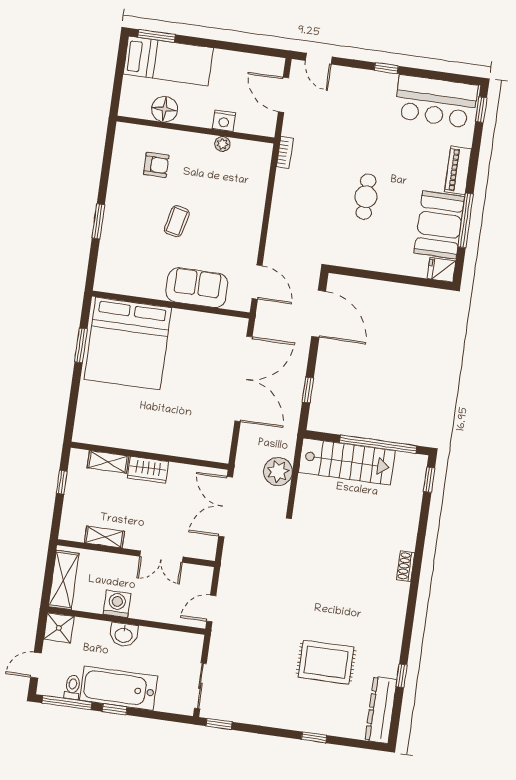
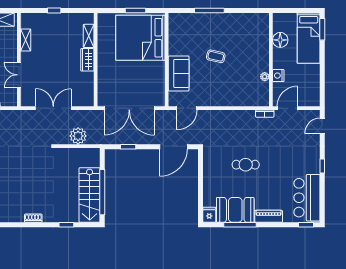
door: (283, 95) -> (287, 108), moved
armchair: (156, 165) -> (247, 40), removed
window: (98, 221) -> (209, 11), width x1.44
wall: (150, 456) -> (96, 60), moved
shelving: (108, 462) -> (89, 36), moved
stairs: (347, 462) -> (90, 195), moved
wardrobe: (148, 470) -> (87, 60), moved
window: (429, 480) -> (66, 225), moved

